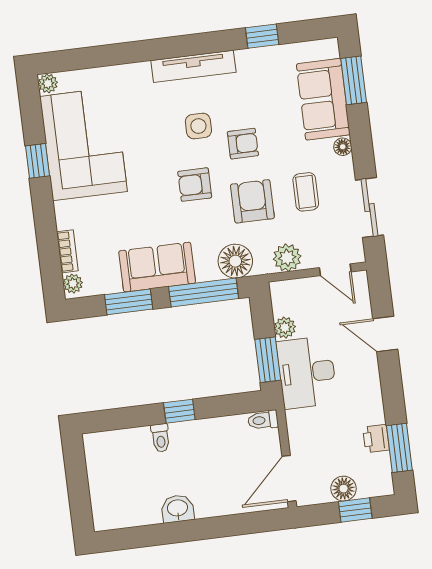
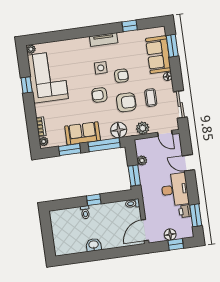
tv unit: (193, 66) -> (104, 39), width x0.71
armchair: (252, 201) -> (126, 102), turned 90
desk: (307, 372) -> (175, 189), moved, turned 180

